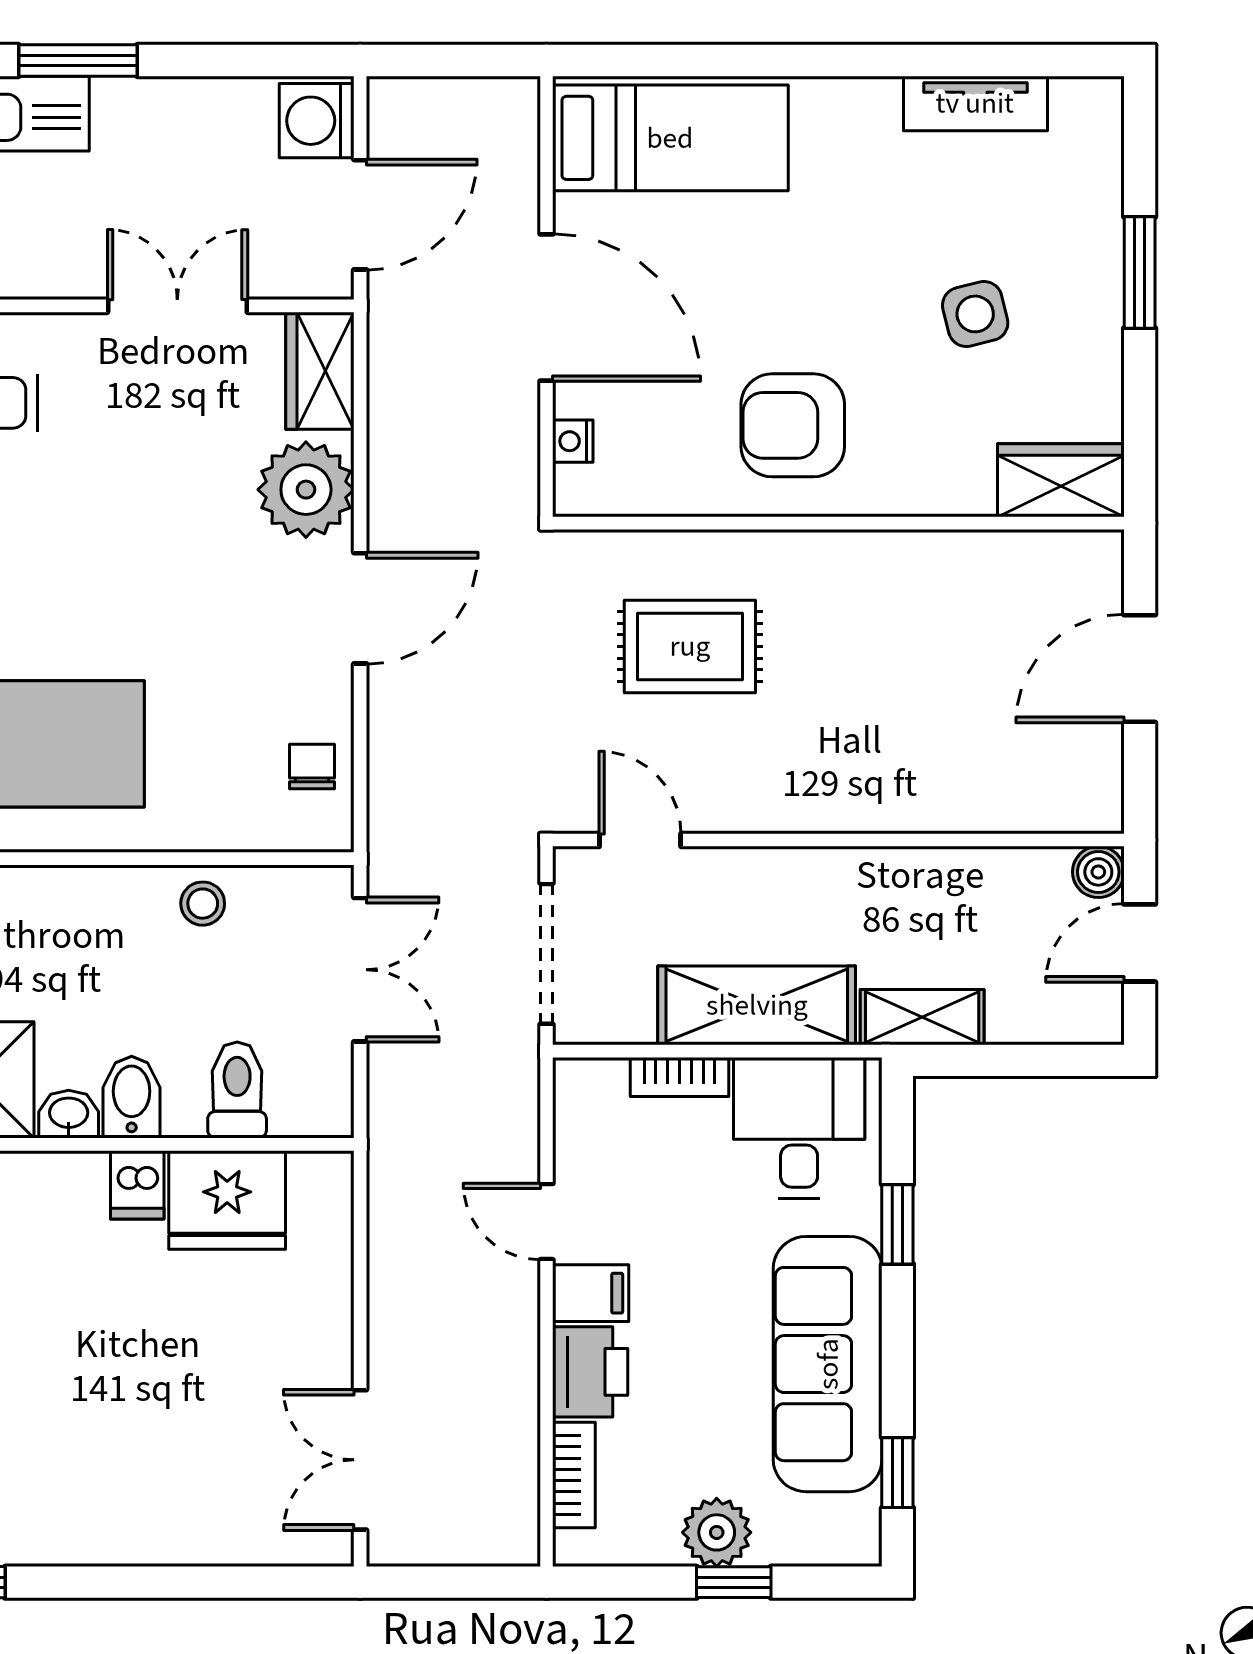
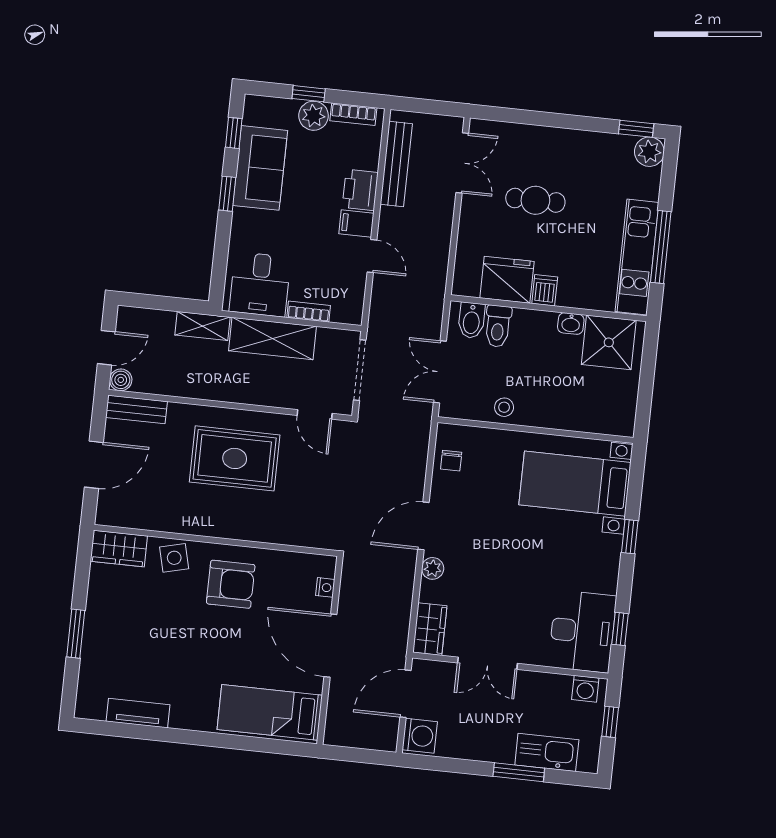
side table: (975, 314) -> (174, 558), moved
plant: (306, 490) -> (433, 568), width x0.53, depth x0.53
rug: (690, 646) -> (235, 458), moved, width x1.36, depth x1.43
bench: (1055, 807) -> (136, 409), added
bidet: (132, 1097) -> (472, 320), moved
window: (897, 1224) -> (227, 194), moved
sofa: (828, 1364) -> (260, 168), width x0.73
cafe table: (181, 1391) -> (535, 200), added
bench: (513, 1441) -> (396, 164), added
bookcase: (574, 1475) -> (353, 114), moved, turned -90

